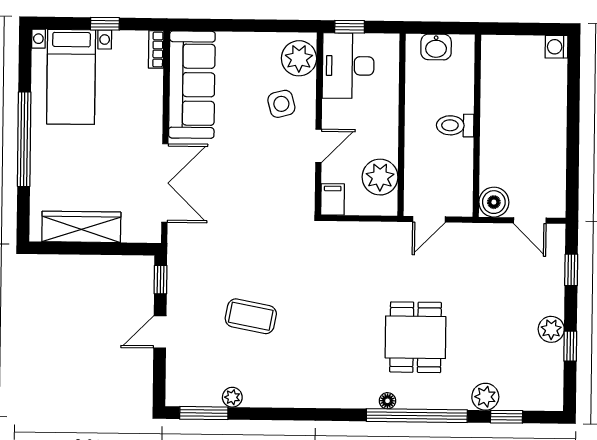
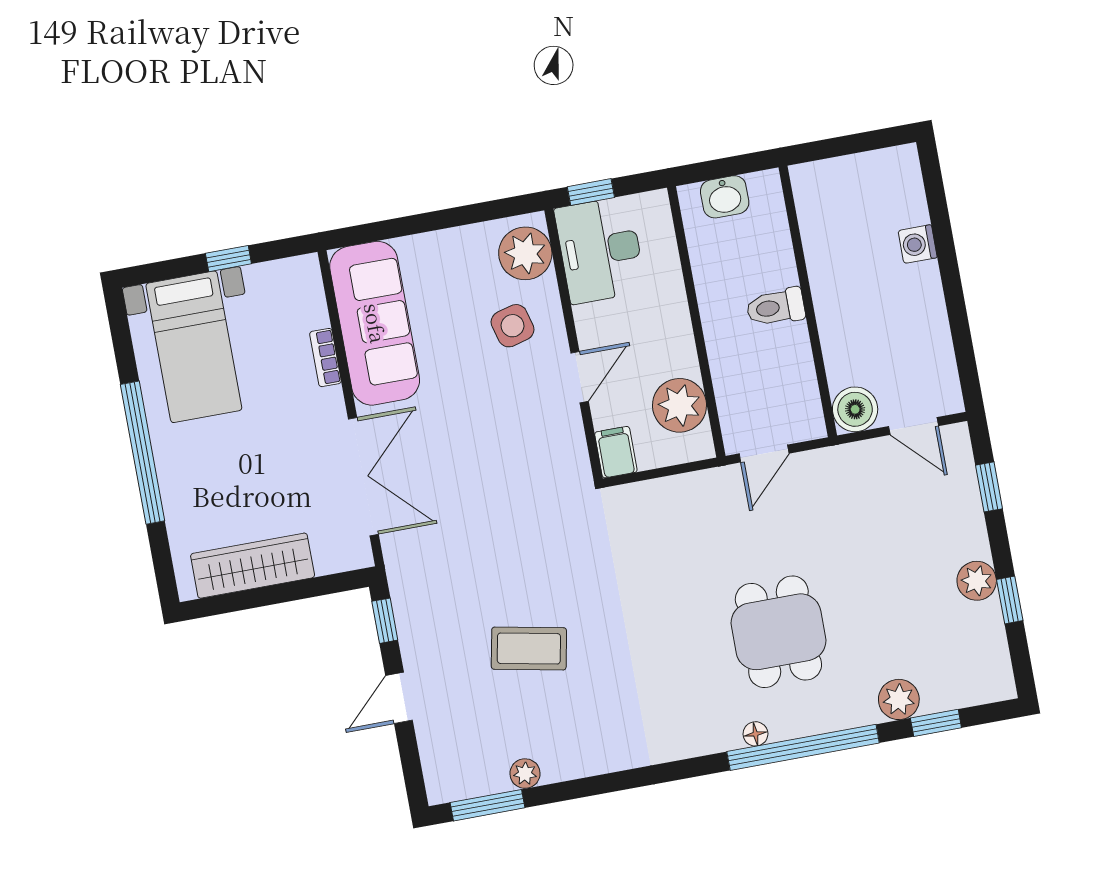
washing machine: (556, 47) -> (918, 244), moved
bookcase: (156, 49) -> (325, 358), moved

